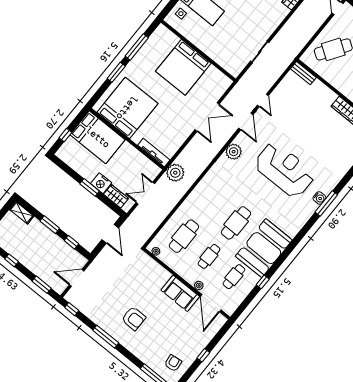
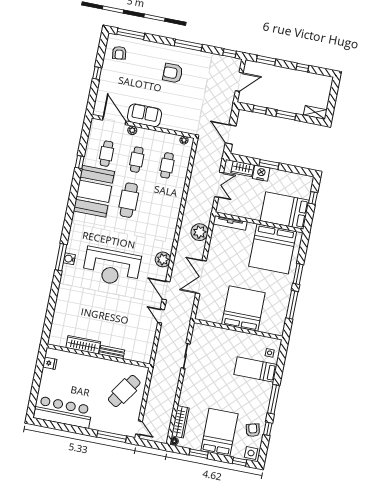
bench: (303, 73) -> (112, 352), moved
plant: (175, 173) -> (200, 232), moved
cafe table: (184, 236) -> (167, 165), width x0.73, depth x0.74

